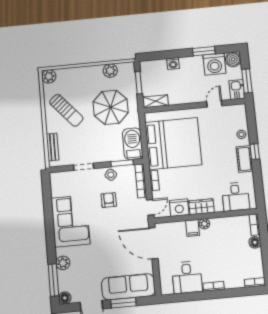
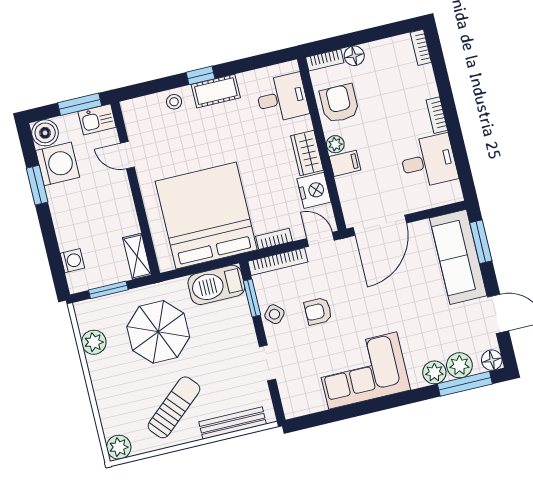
washing machine: (173, 63) -> (72, 261), moved
bench: (53, 147) -> (233, 423), width x1.36
armchair: (228, 230) -> (339, 103), added
plant: (65, 278) -> (459, 365), added
window: (123, 303) -> (481, 242), moved

